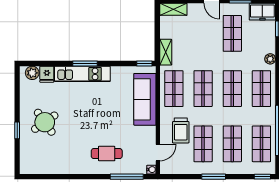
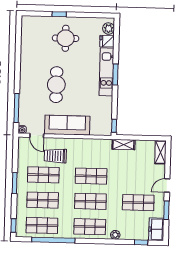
shop shelf: (174, 89) -> (92, 151), removed
sofa: (145, 99) -> (67, 125), moved
round table: (45, 122) -> (66, 38), turned 35
cafe table: (107, 154) -> (56, 85), moved, width x1.37, depth x1.35

